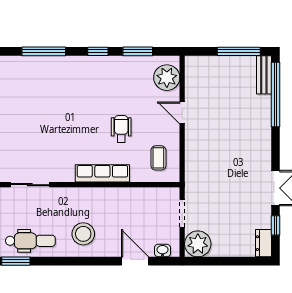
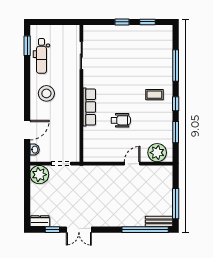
coffee table: (158, 158) -> (154, 95), moved

